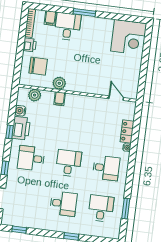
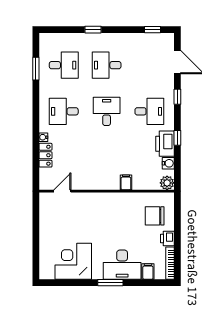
desk: (68, 26) -> (122, 265), width x1.37
corner desk: (129, 37) -> (73, 261), moved
plant: (59, 83) -> (128, 200), removed
plant: (35, 95) -> (167, 183), moved
door: (116, 98) -> (62, 191), swing flipped
desk: (69, 163) -> (107, 111), turned 180
desk: (101, 208) -> (64, 65), turned -90

